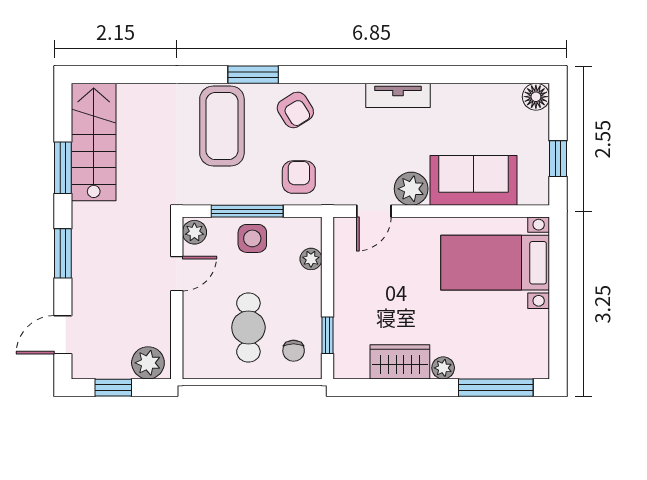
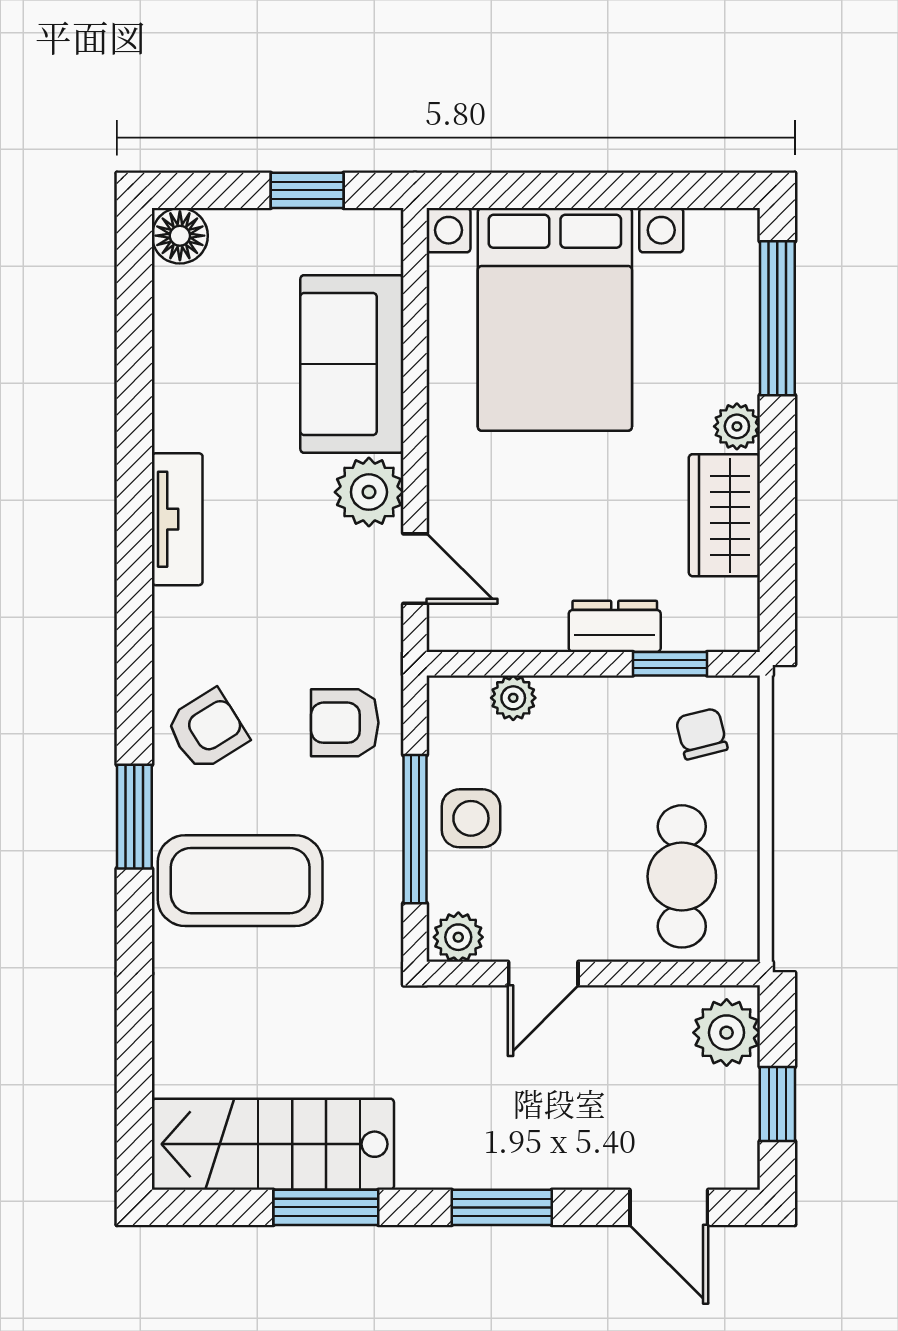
bed with nightstands: (495, 263) -> (555, 319), width x1.36
door: (177, 274) -> (543, 974), swing flipped
dresser: (346, 308) -> (615, 626), added
cafe table: (248, 327) -> (682, 876), moved, turned 90
chair: (294, 351) -> (702, 734), turned -104

